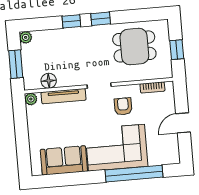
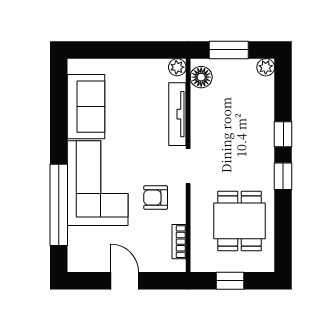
floor lamp: (49, 81) -> (201, 77), moved
armchair: (123, 106) -> (156, 198), turned 180

